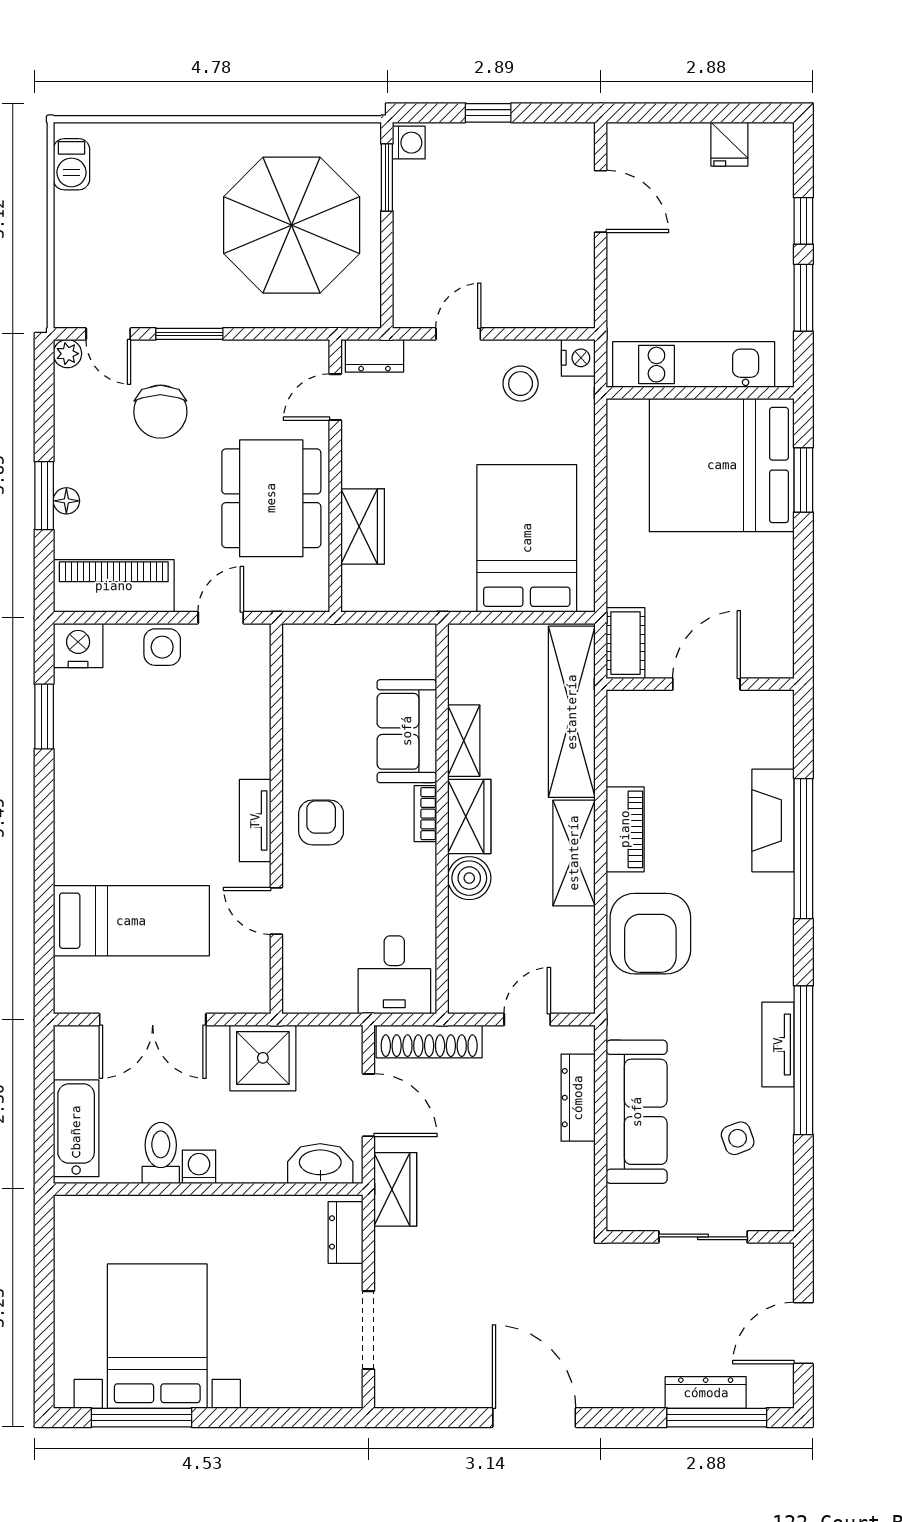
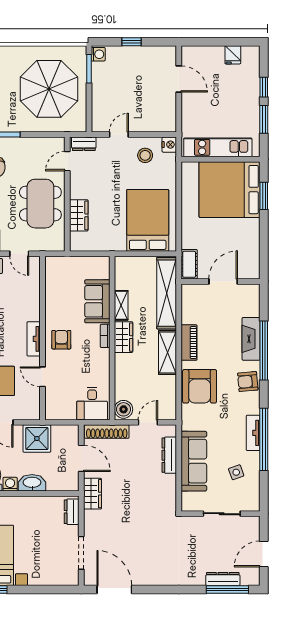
door: (221, 618) -> (19, 254), swing flipped
boiler: (469, 878) -> (124, 409), moved
armchair: (765, 922) -> (248, 382), added
washbasin: (320, 1164) -> (32, 483), moved
door: (534, 1418) -> (114, 590), moved

